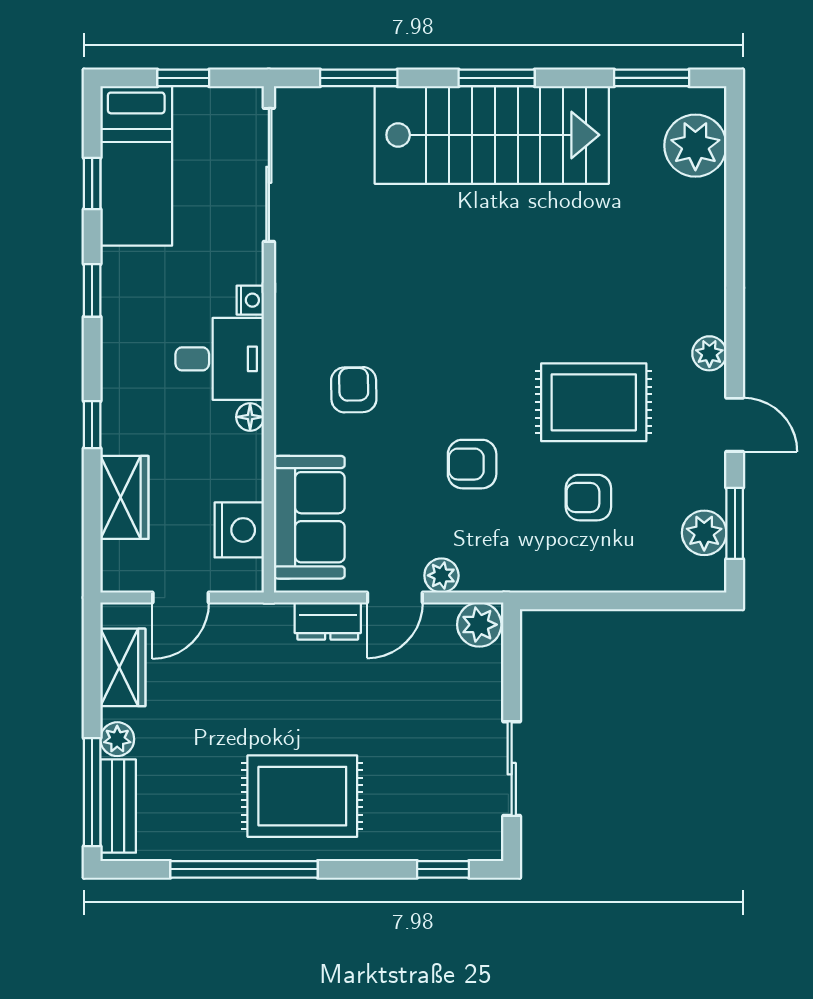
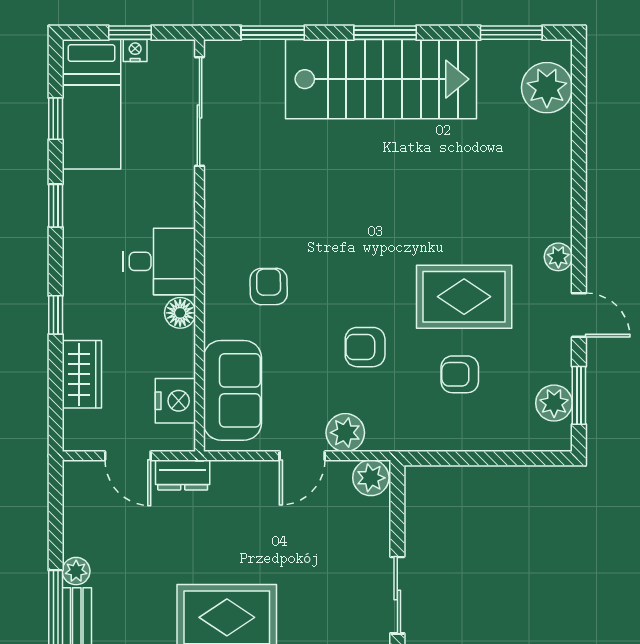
nightstand: (250, 300) -> (135, 50), moved, turned -90
floor lamp: (250, 417) -> (180, 313), width x1.37, depth x1.37
plant: (441, 575) -> (345, 433), width x1.38, depth x1.38
door: (181, 598) -> (128, 456), hinge flipped
dresser: (328, 621) -> (183, 475), moved
wardrobe: (123, 667) -> (81, 513), removed

